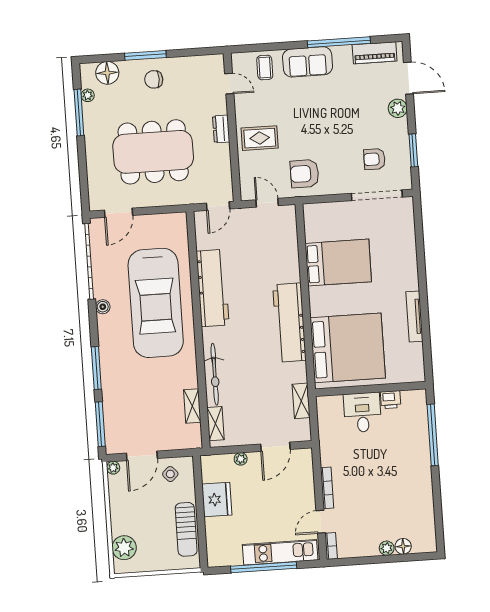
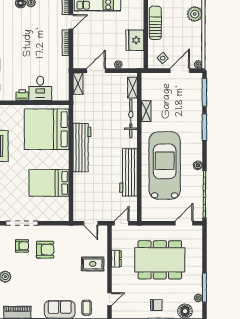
door: (229, 84) -> (109, 299), swing flipped
dresser: (221, 129) -> (116, 259), moved
armchair: (304, 174) -> (45, 250), moved
shelving: (301, 401) -> (78, 84), moved
shelving: (192, 406) -> (146, 111), moved

